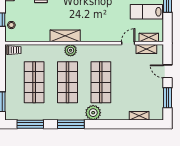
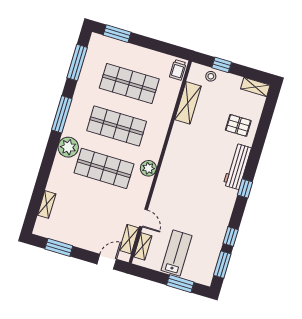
shelving: (65, 36) -> (188, 103), moved
plant: (71, 50) -> (148, 168), moved
door: (168, 71) -> (107, 262), moved

